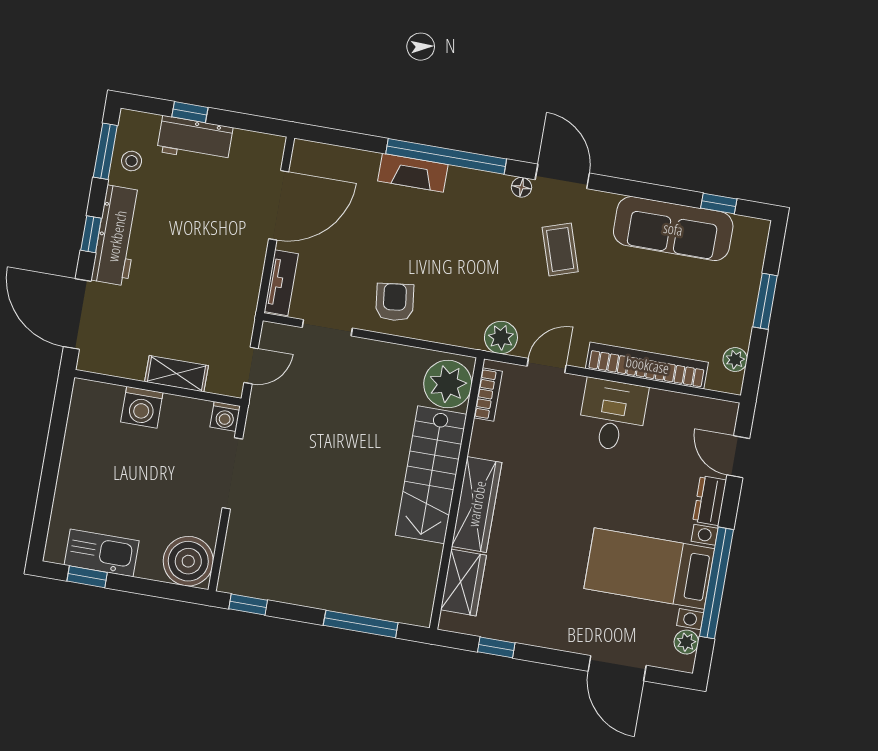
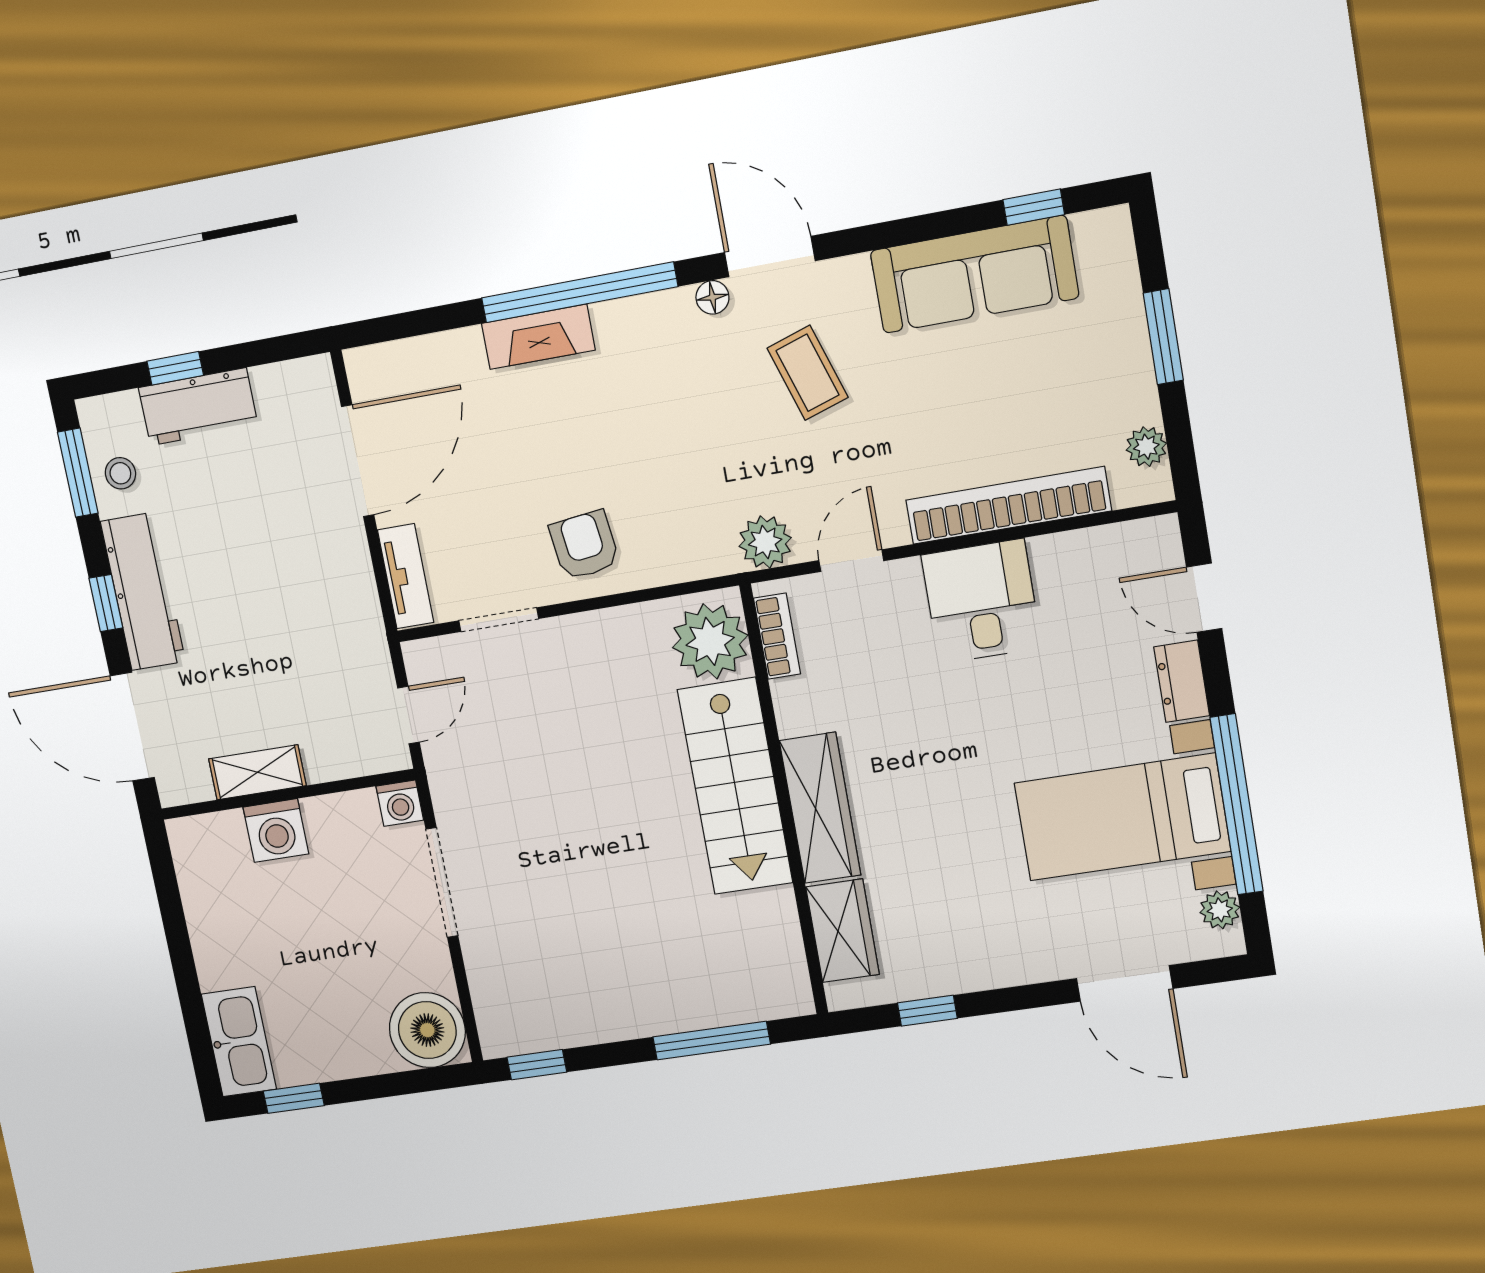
shelving: (176, 374) -> (257, 772), moved
kitchen sink: (102, 553) -> (239, 1042), moved, turned 90

